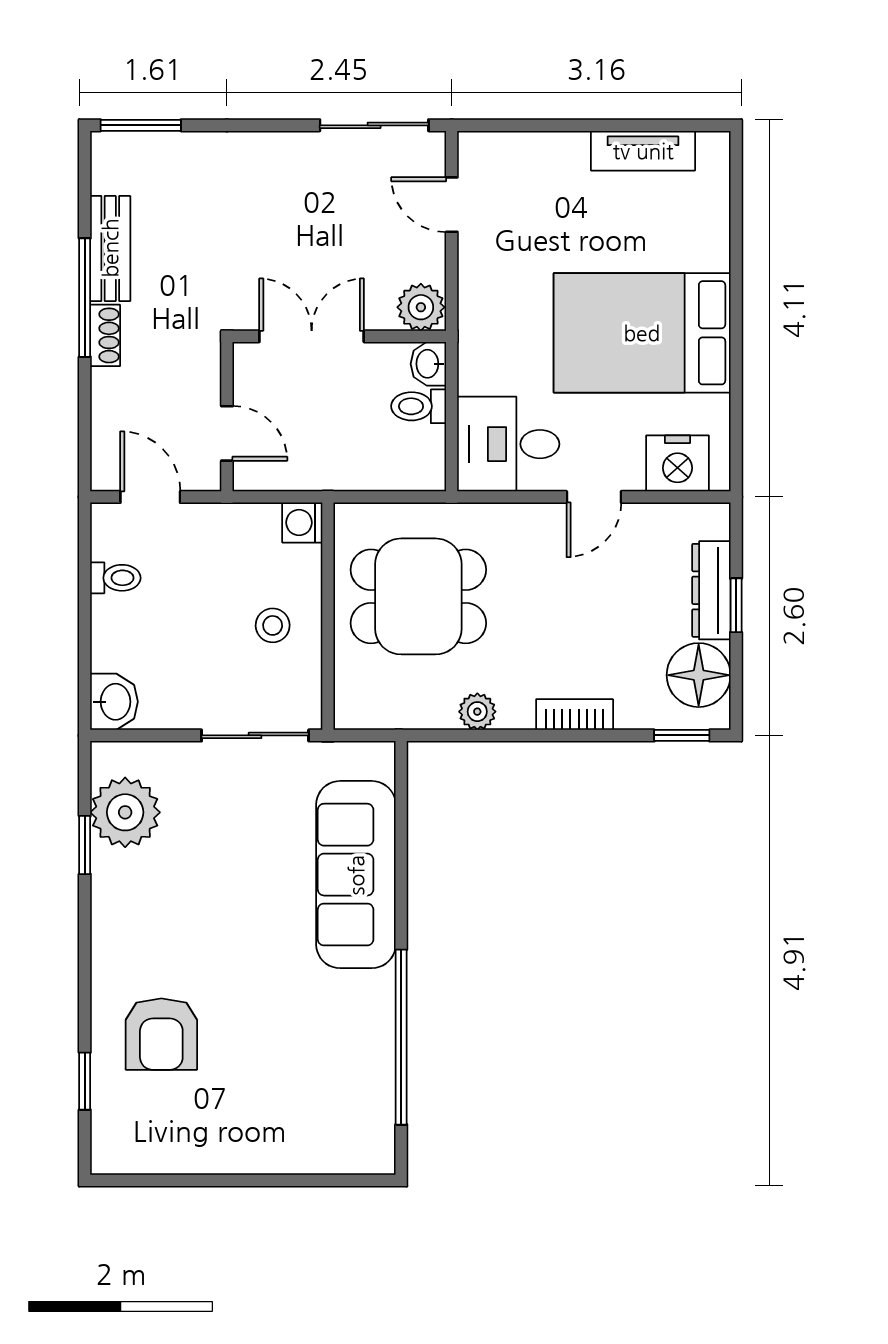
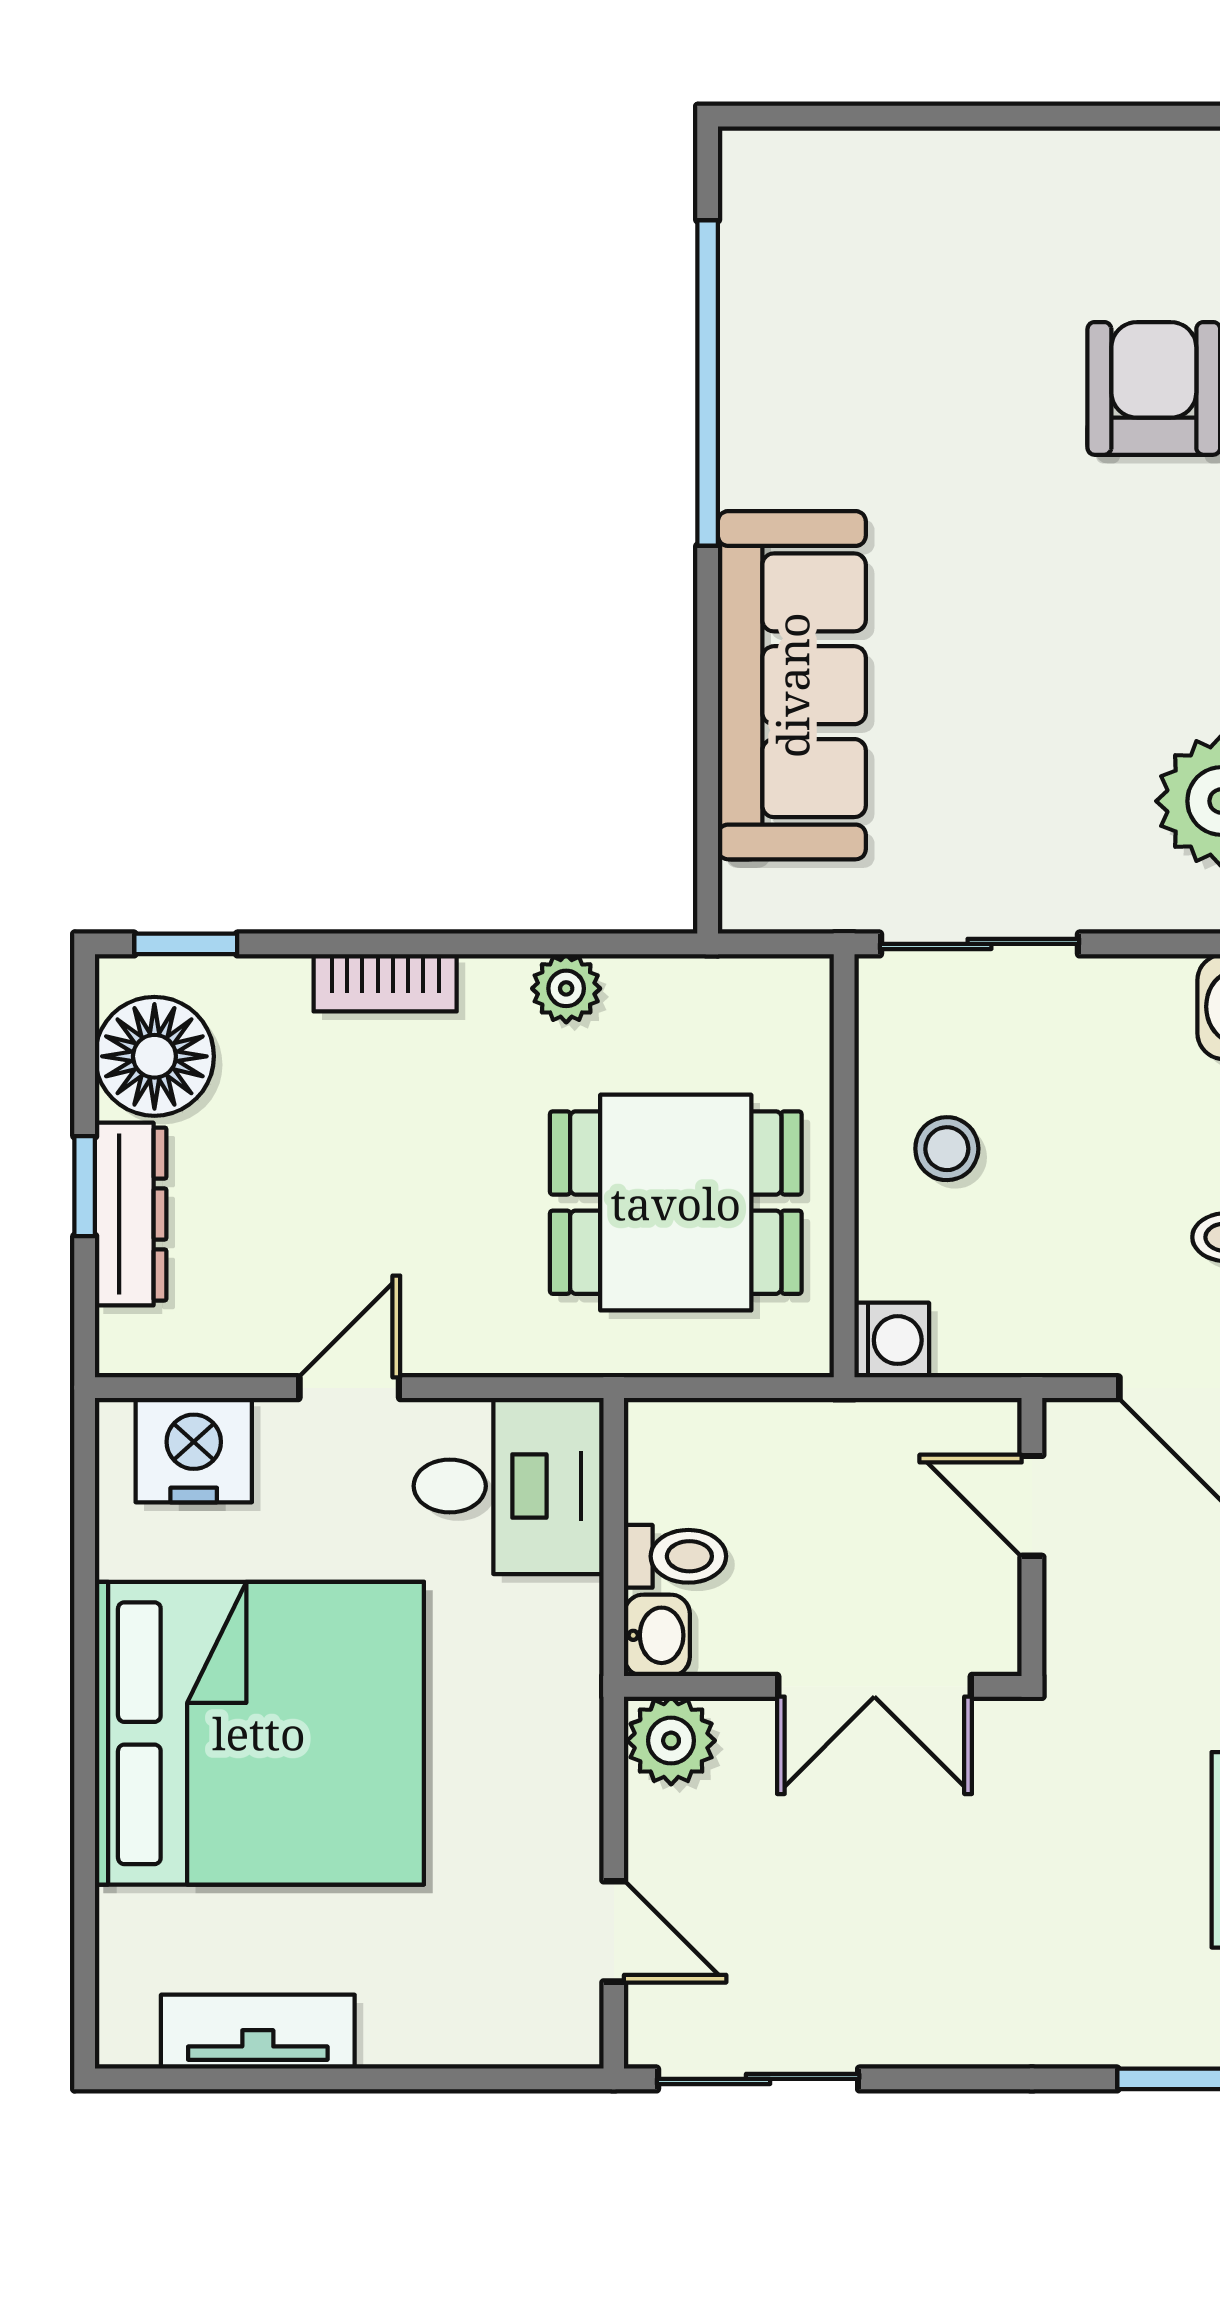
bed: (642, 333) -> (259, 1733), width x1.36

